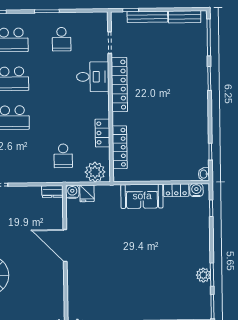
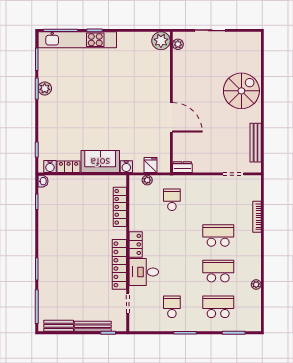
locker: (102, 133) -> (136, 244), moved
plant: (95, 172) -> (147, 180), width x0.53, depth x0.53
water cooler: (72, 192) -> (126, 167), moved

